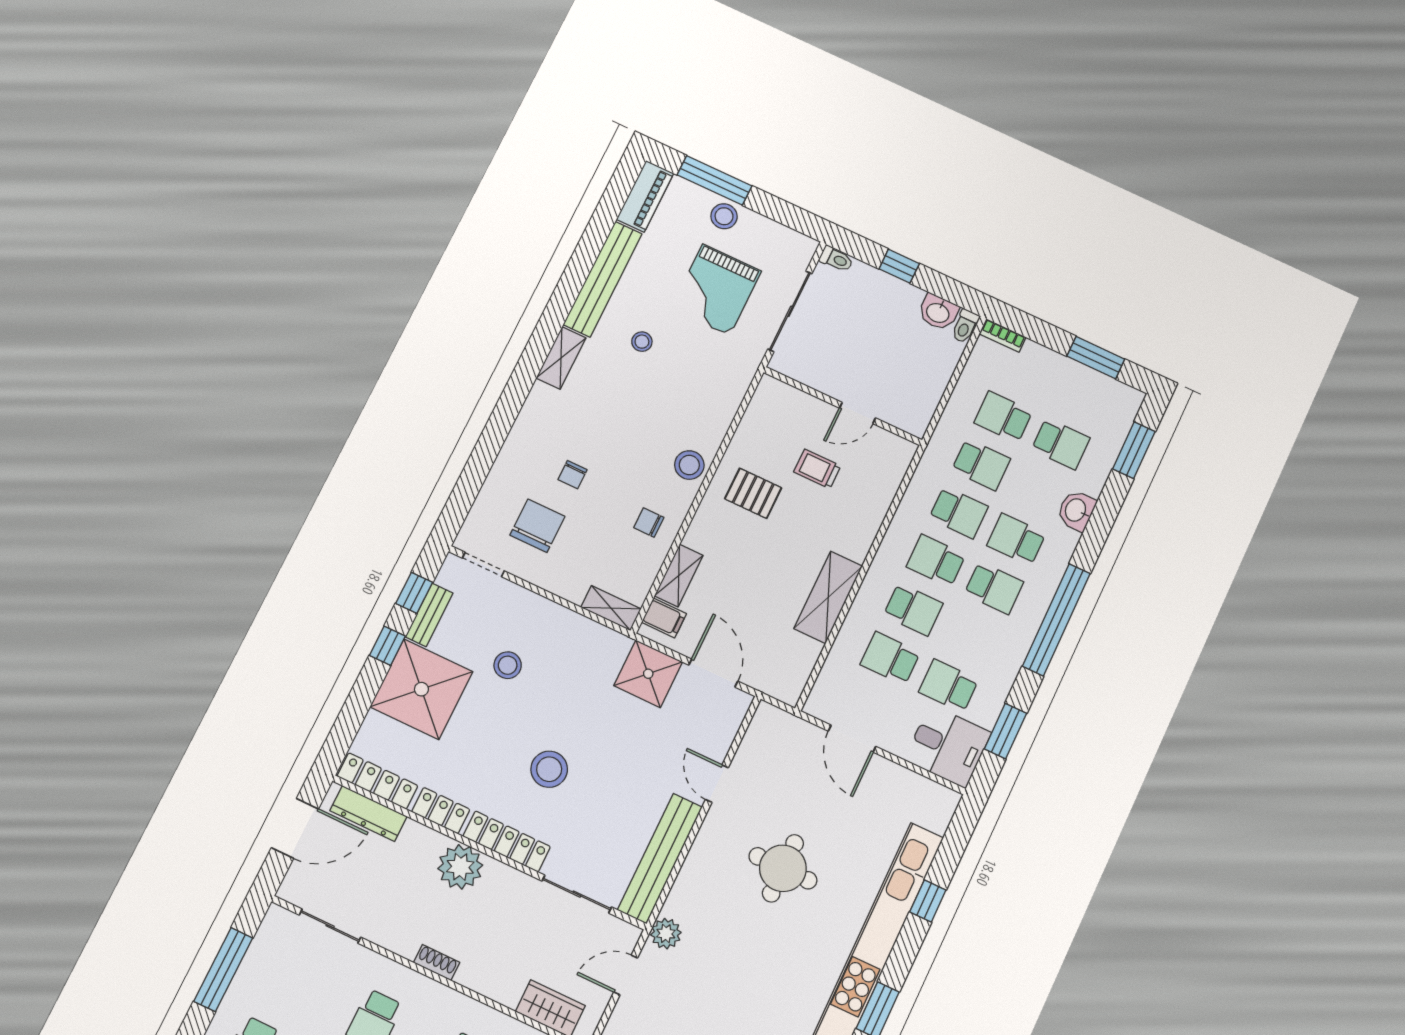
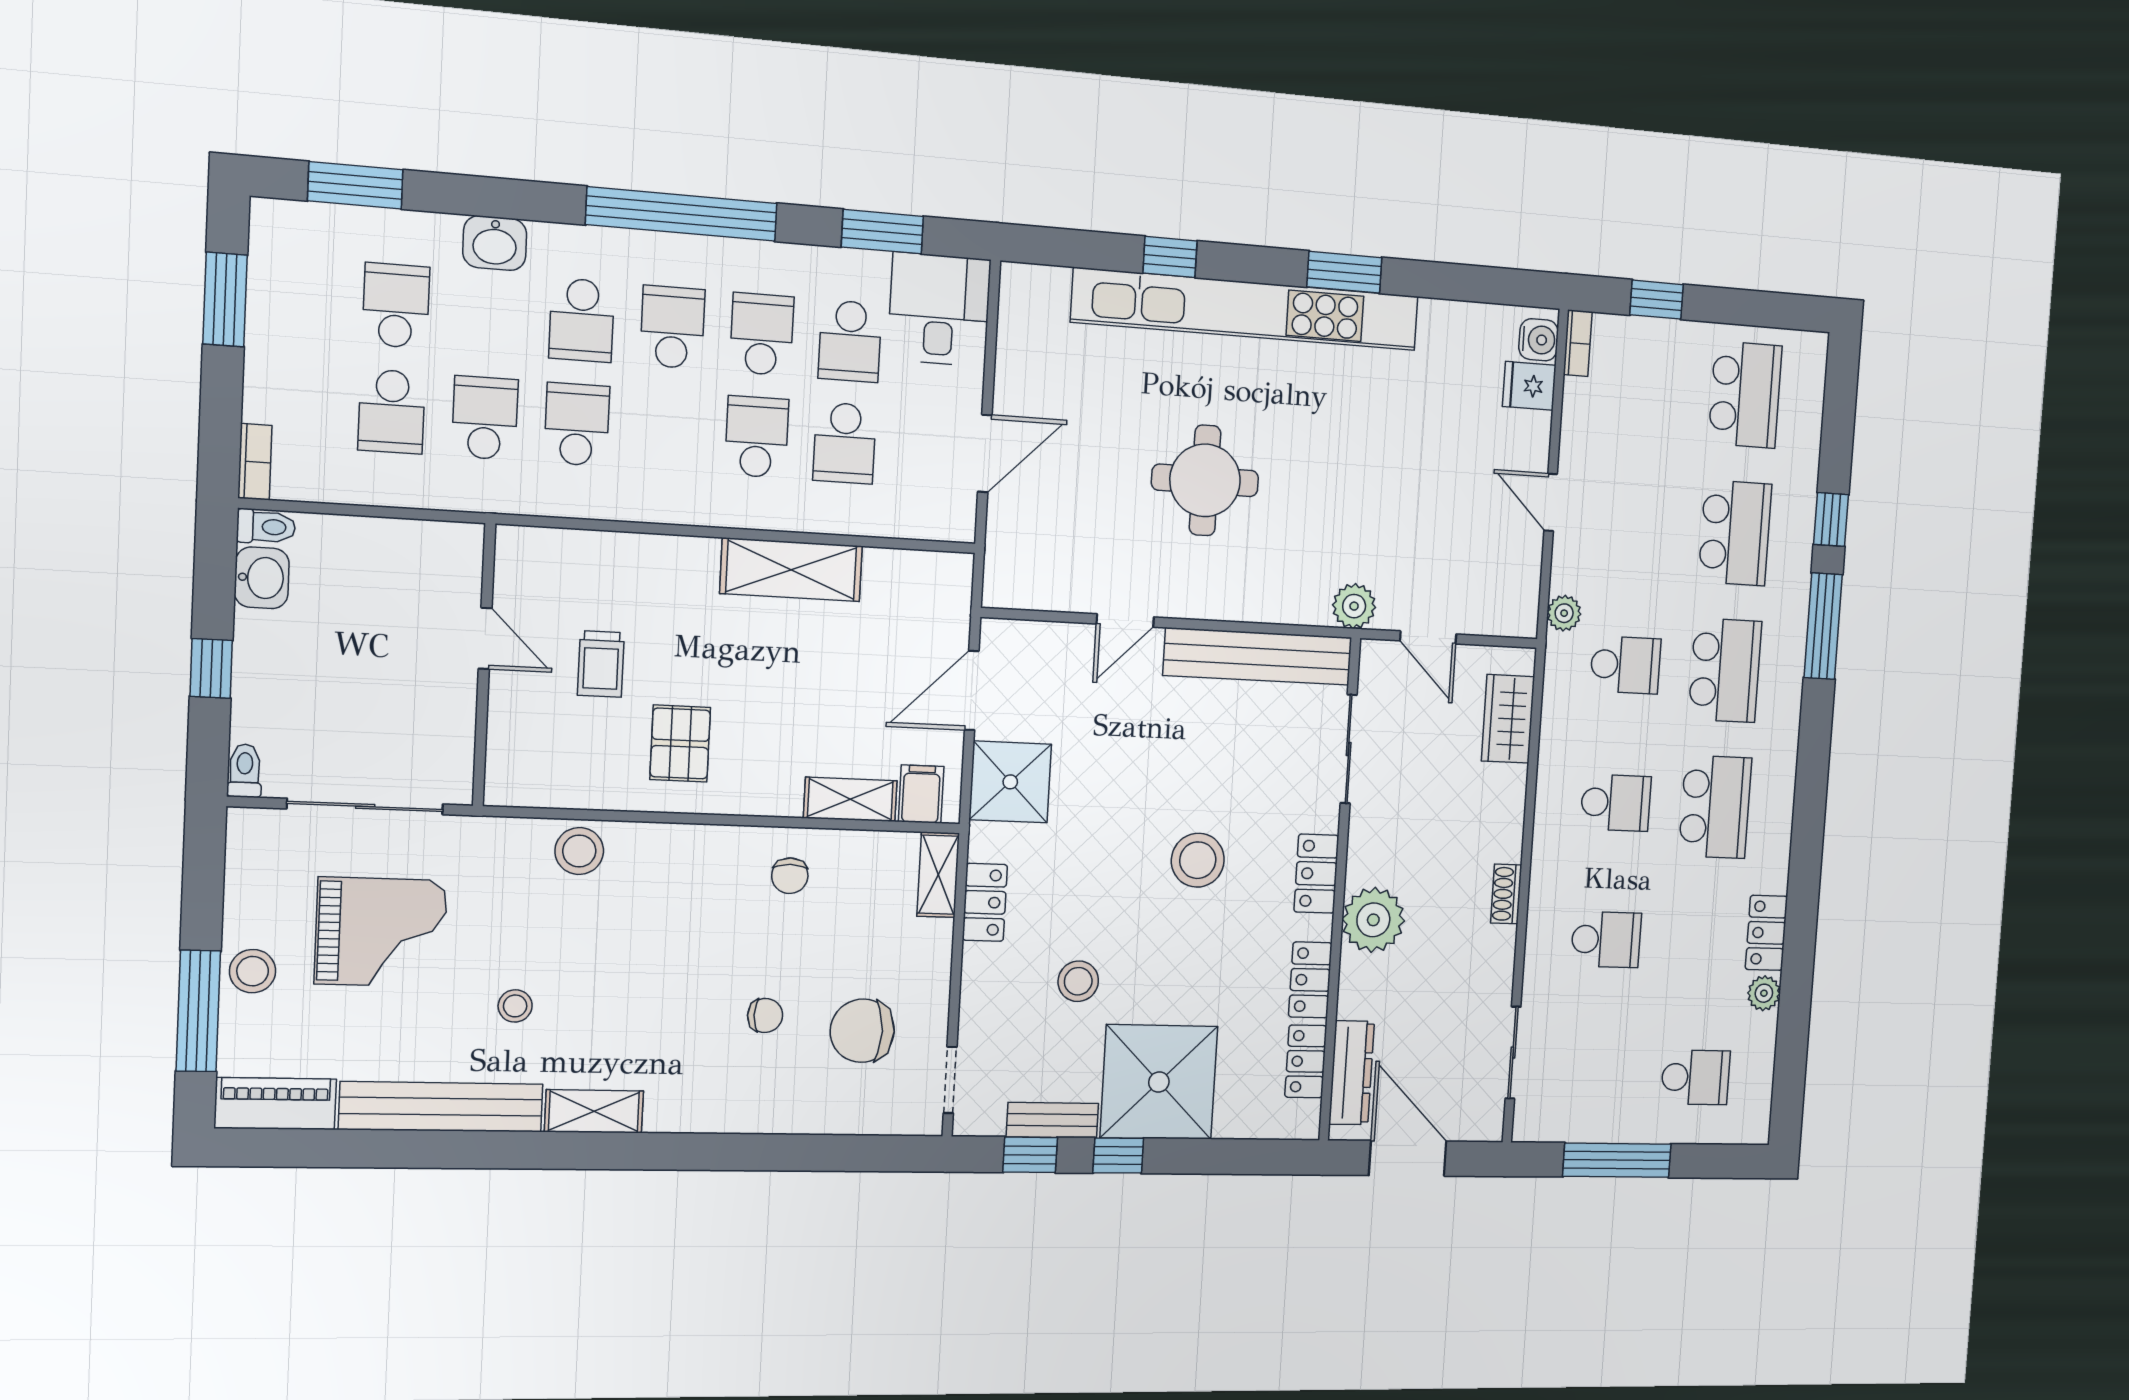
stool: (689, 465) -> (579, 851), moved
school desk: (936, 561) -> (762, 334), moved, turned 180
locker: (582, 629) -> (985, 902), added
locker: (377, 781) -> (1306, 1061), width x0.66
locker: (507, 841) -> (1316, 874), width x0.66

